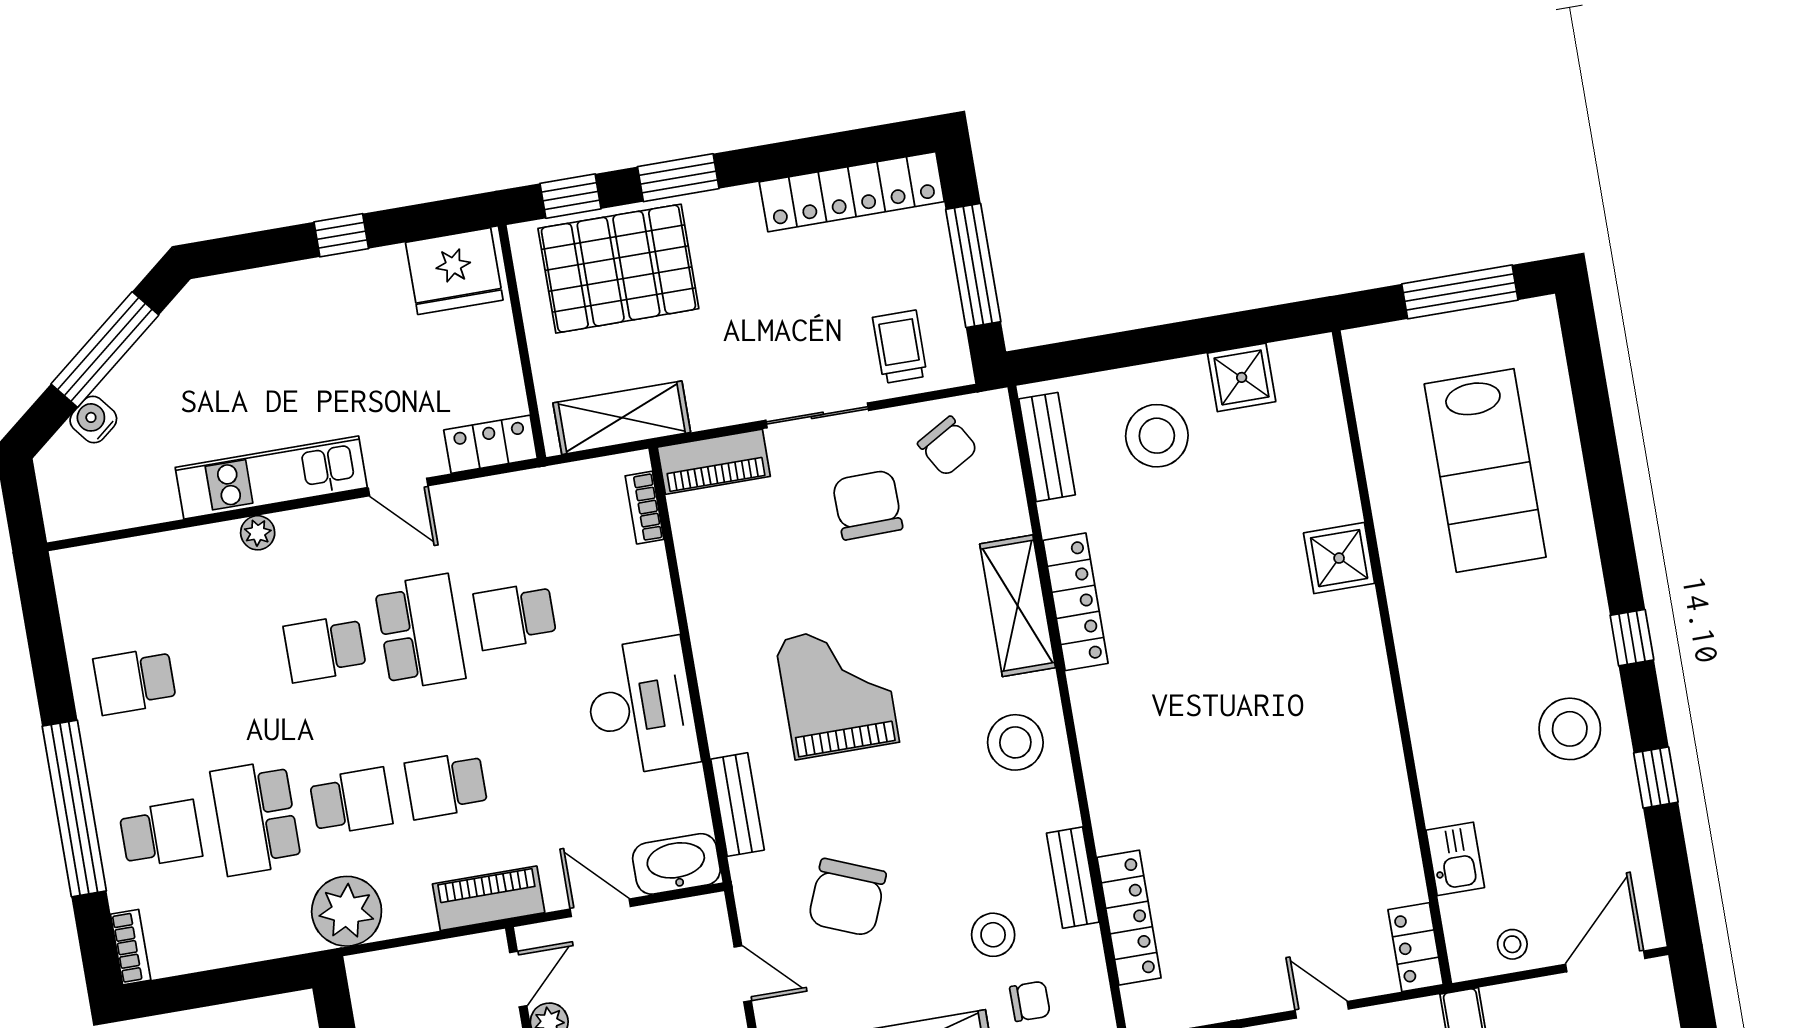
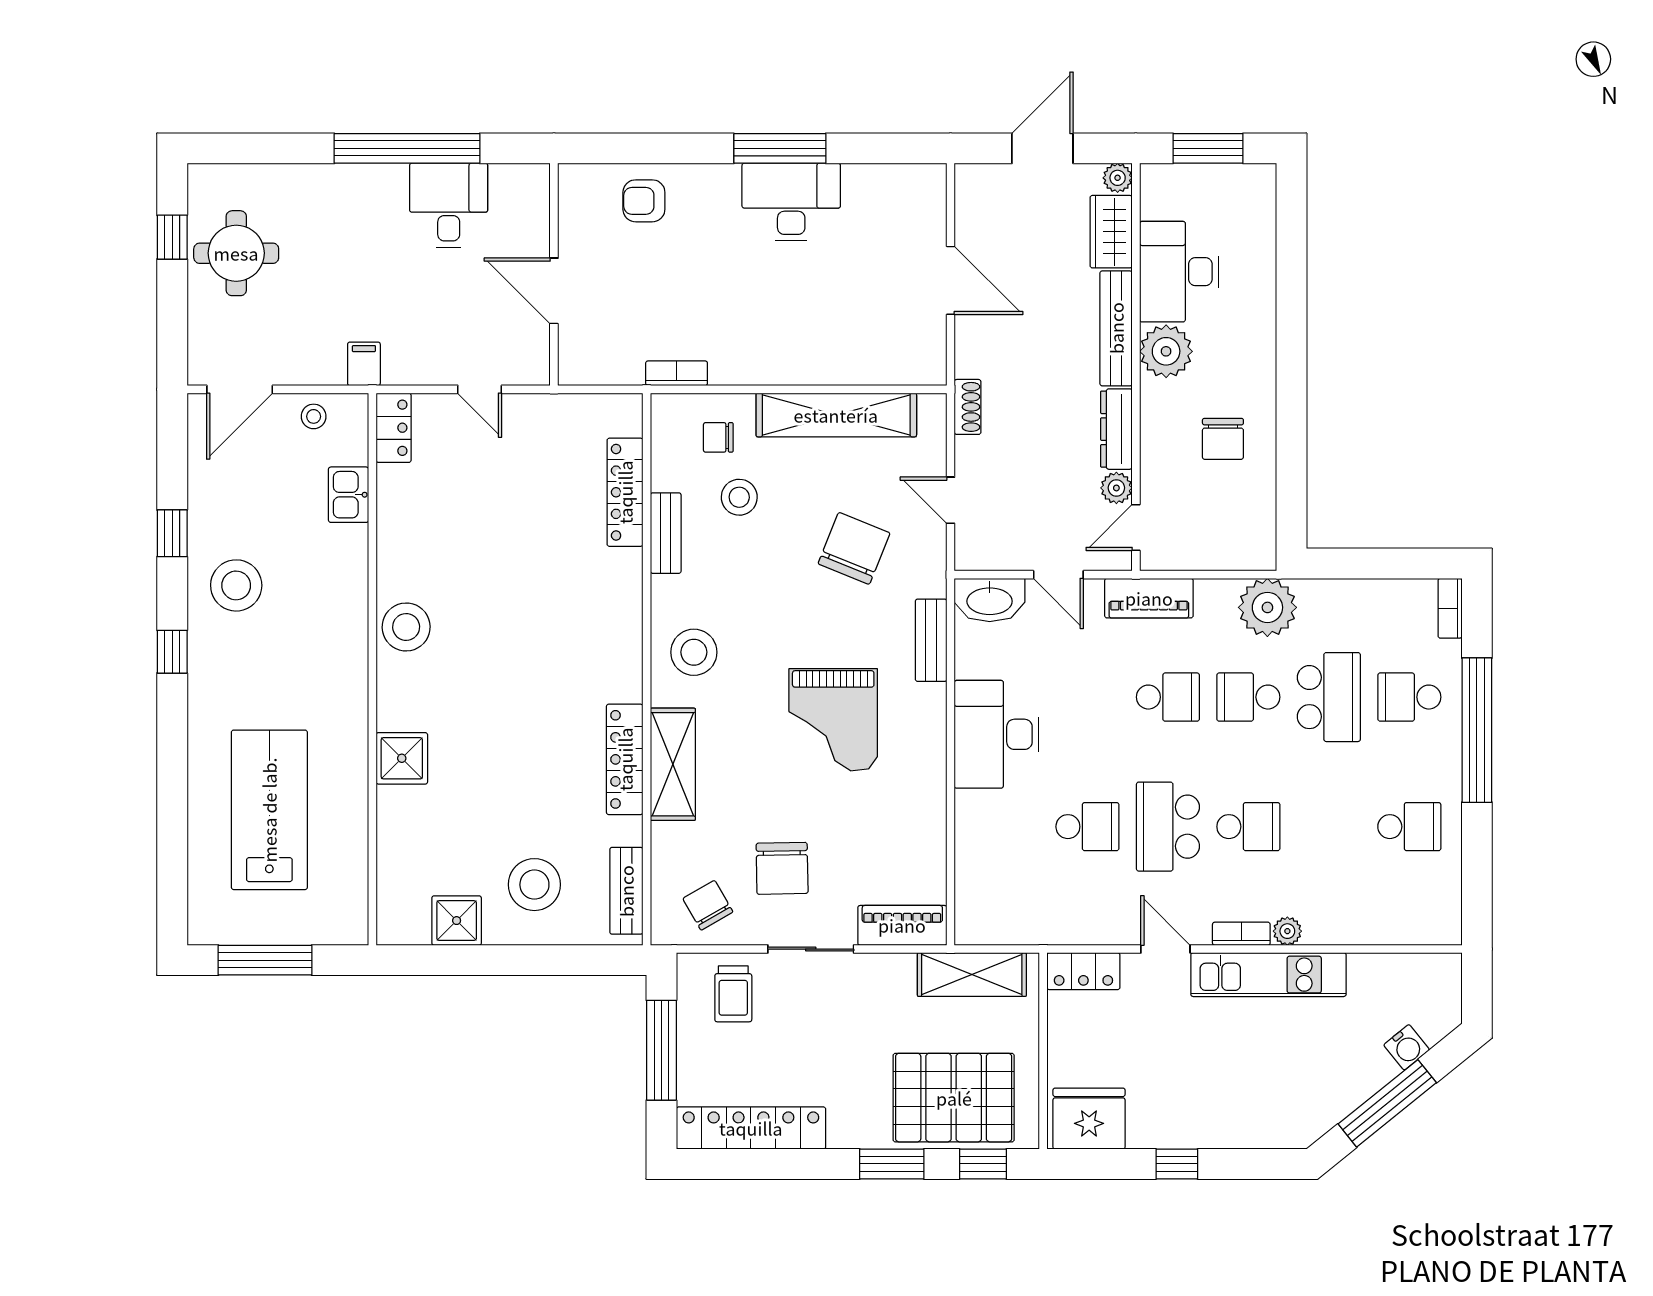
bookcase: (645, 508) -> (1241, 934), moved, turned -90
stool: (1360, 714) -> (406, 627), added

